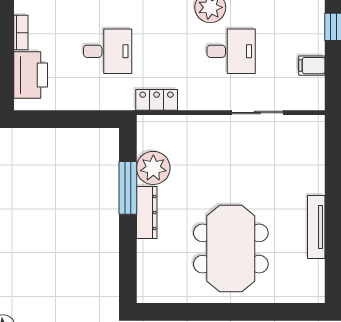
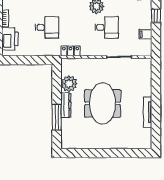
window: (128, 188) -> (57, 117), moved
meeting table: (231, 249) -> (103, 103), moved

